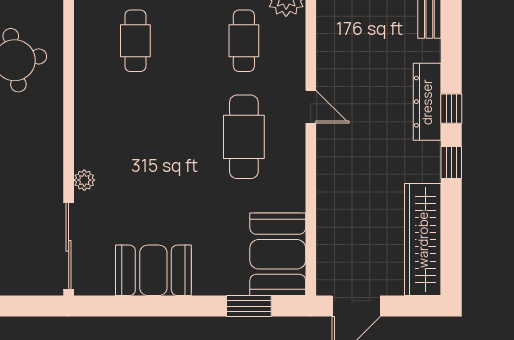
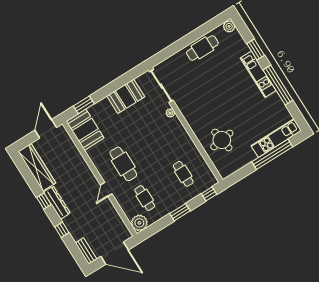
dresser: (427, 102) -> (57, 203), moved
door: (311, 107) -> (106, 189), hinge flipped
window: (451, 109) -> (62, 230), moved

